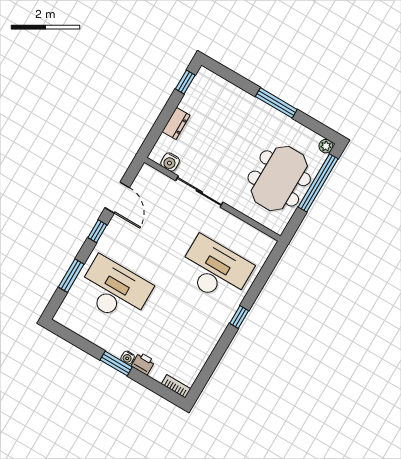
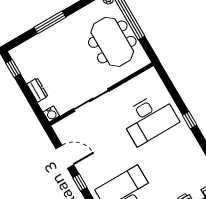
window: (276, 103) -> (50, 22), moved
water cooler: (170, 162) -> (51, 114), moved
desk: (215, 270) -> (149, 119), turned 180

